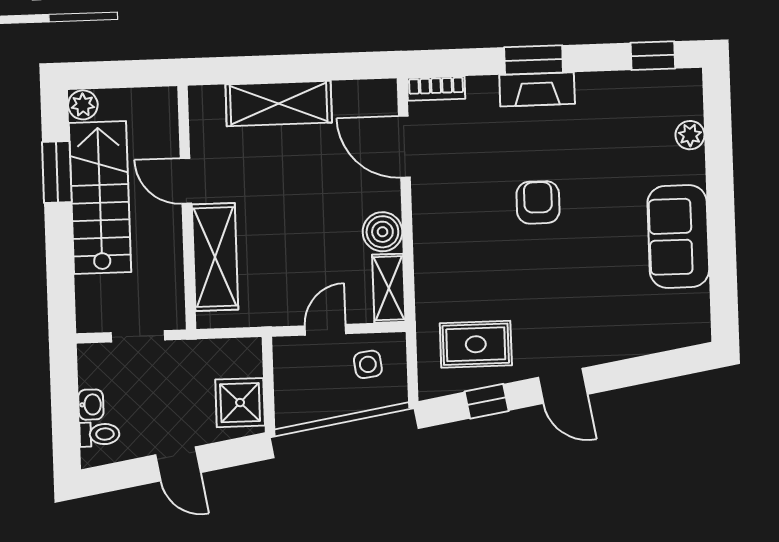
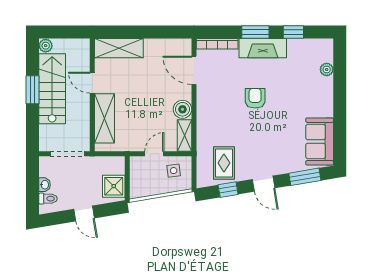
window: (653, 56) -> (293, 32), moved
bookcase: (436, 88) -> (217, 44), width x1.56
fireplace: (537, 89) -> (263, 48), width x1.37, depth x1.32
shelving: (279, 103) -> (119, 48), moved
window: (57, 172) -> (32, 90), moved
sofa: (678, 237) -> (320, 141), moved
doorway: (138, 336) -> (68, 154), width x1.38
rug: (476, 344) -> (224, 163), turned 90
window: (651, 368) -> (305, 177), added

